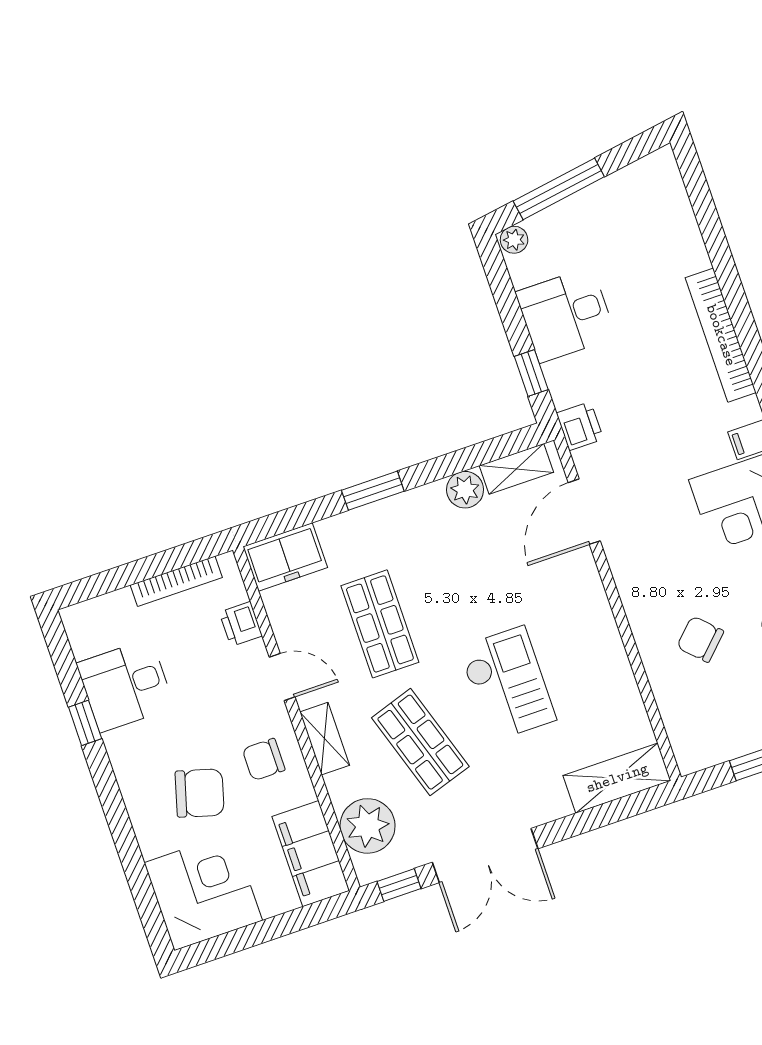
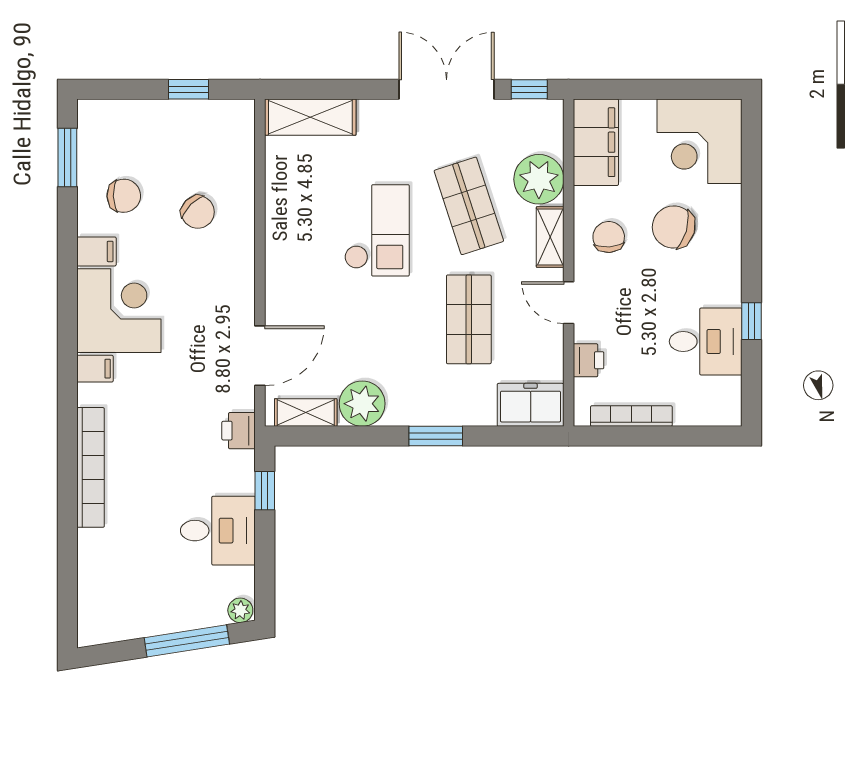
plant: (465, 490) -> (362, 404), width x1.36, depth x1.36
checkout: (507, 684) -> (377, 230), turned 180
chair: (264, 760) -> (609, 237), turned -94
plant: (368, 826) -> (539, 179), moved

